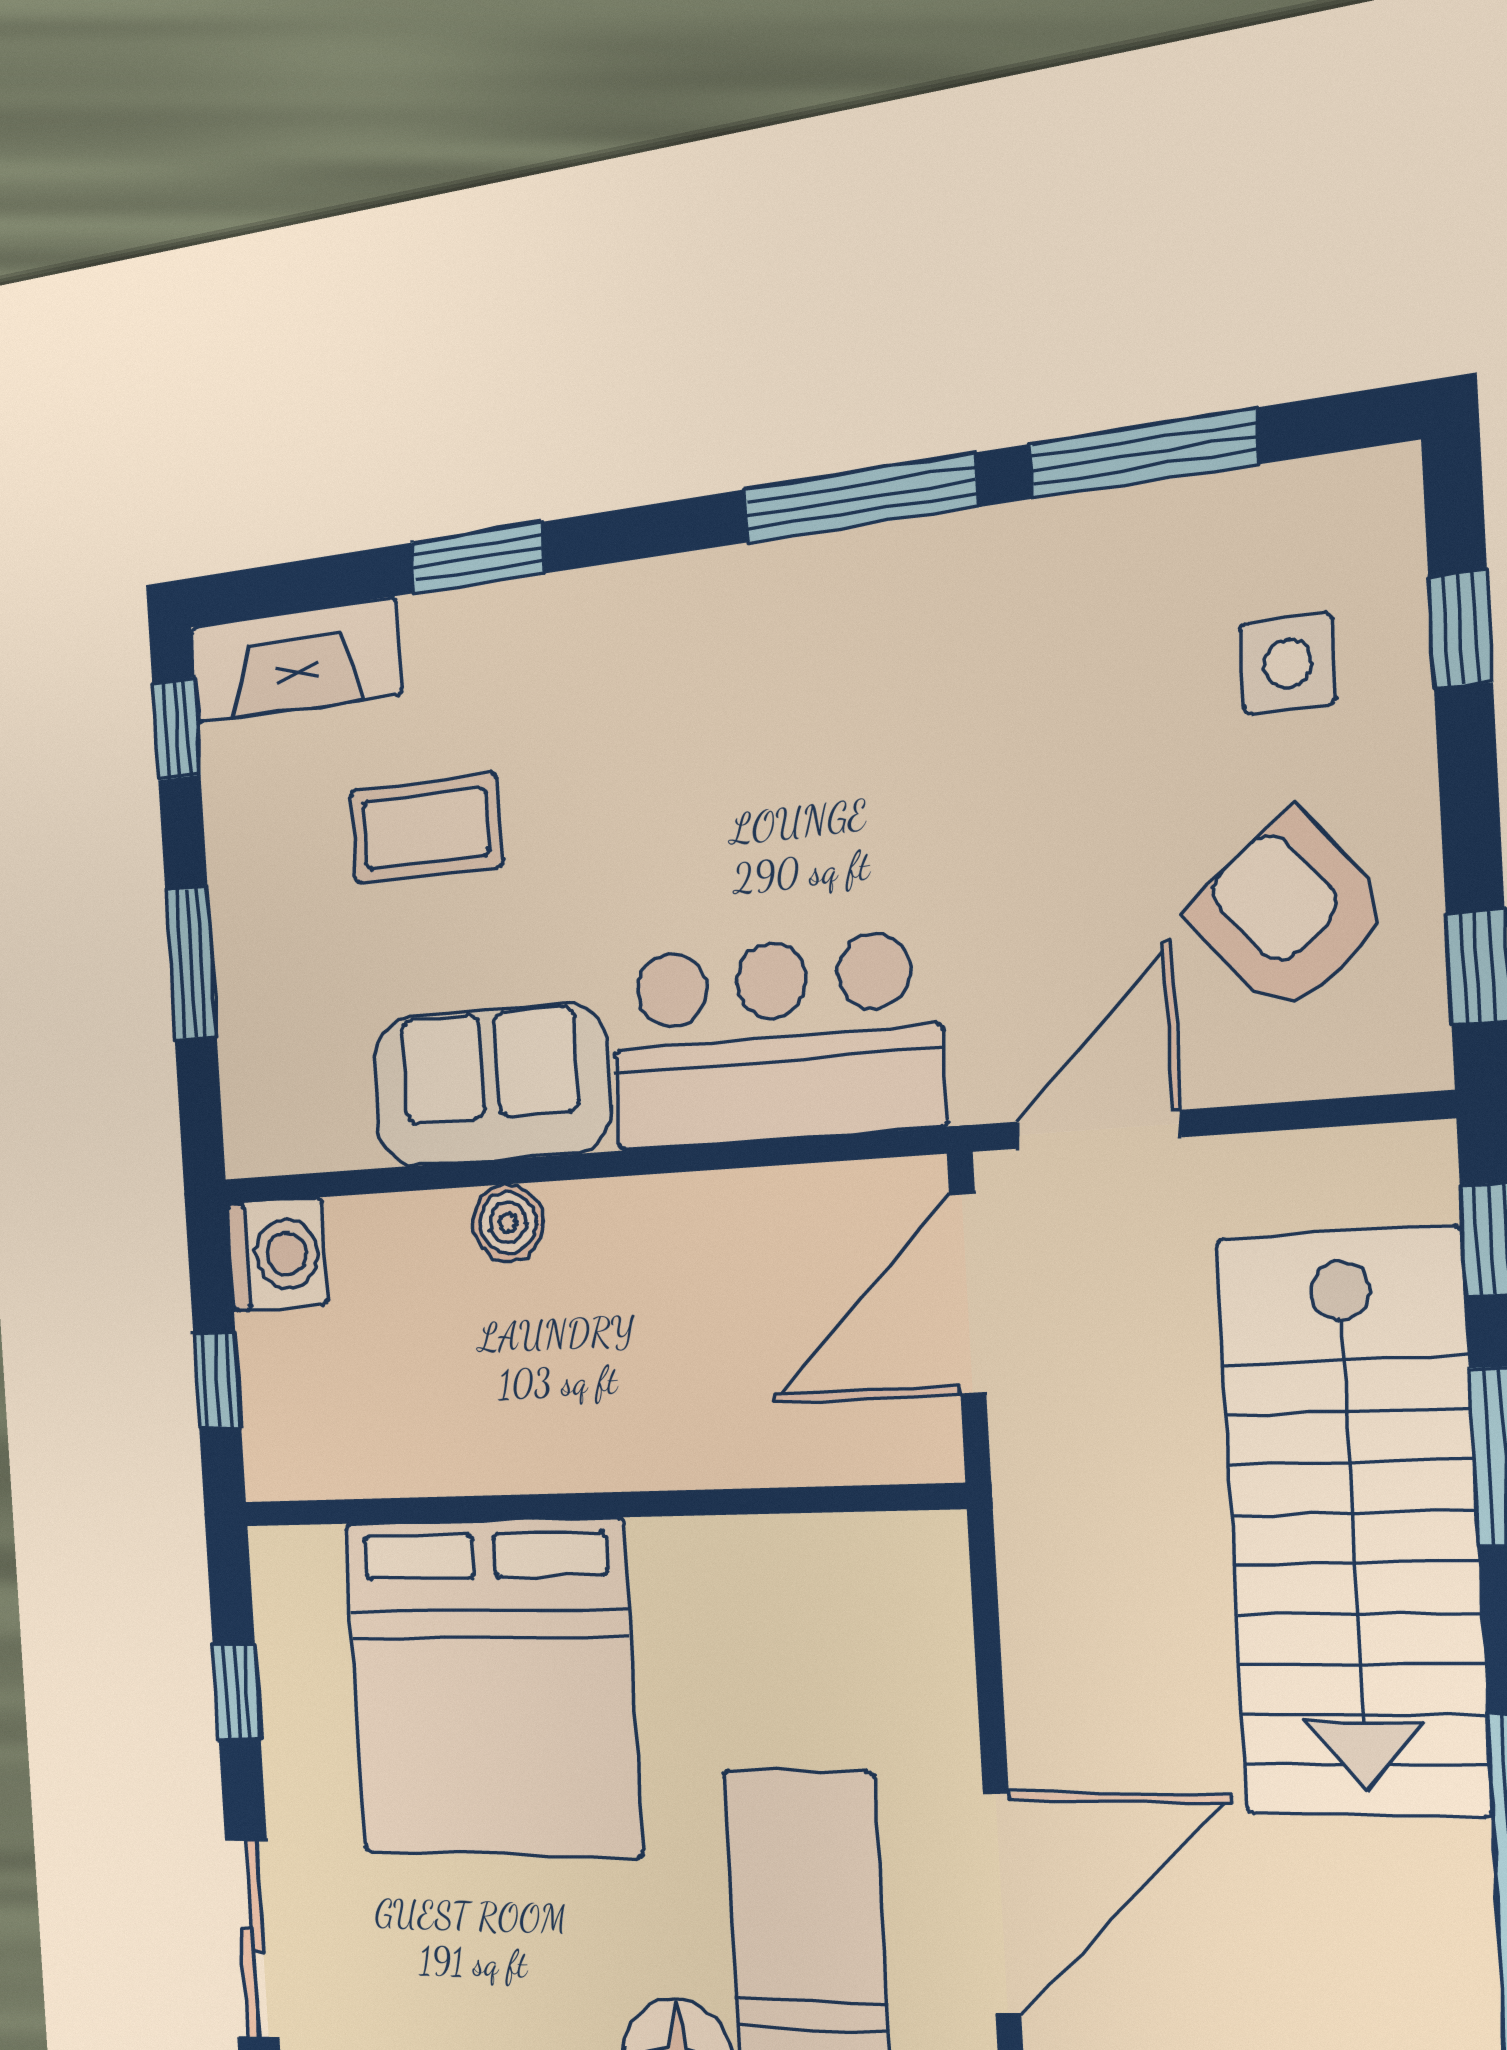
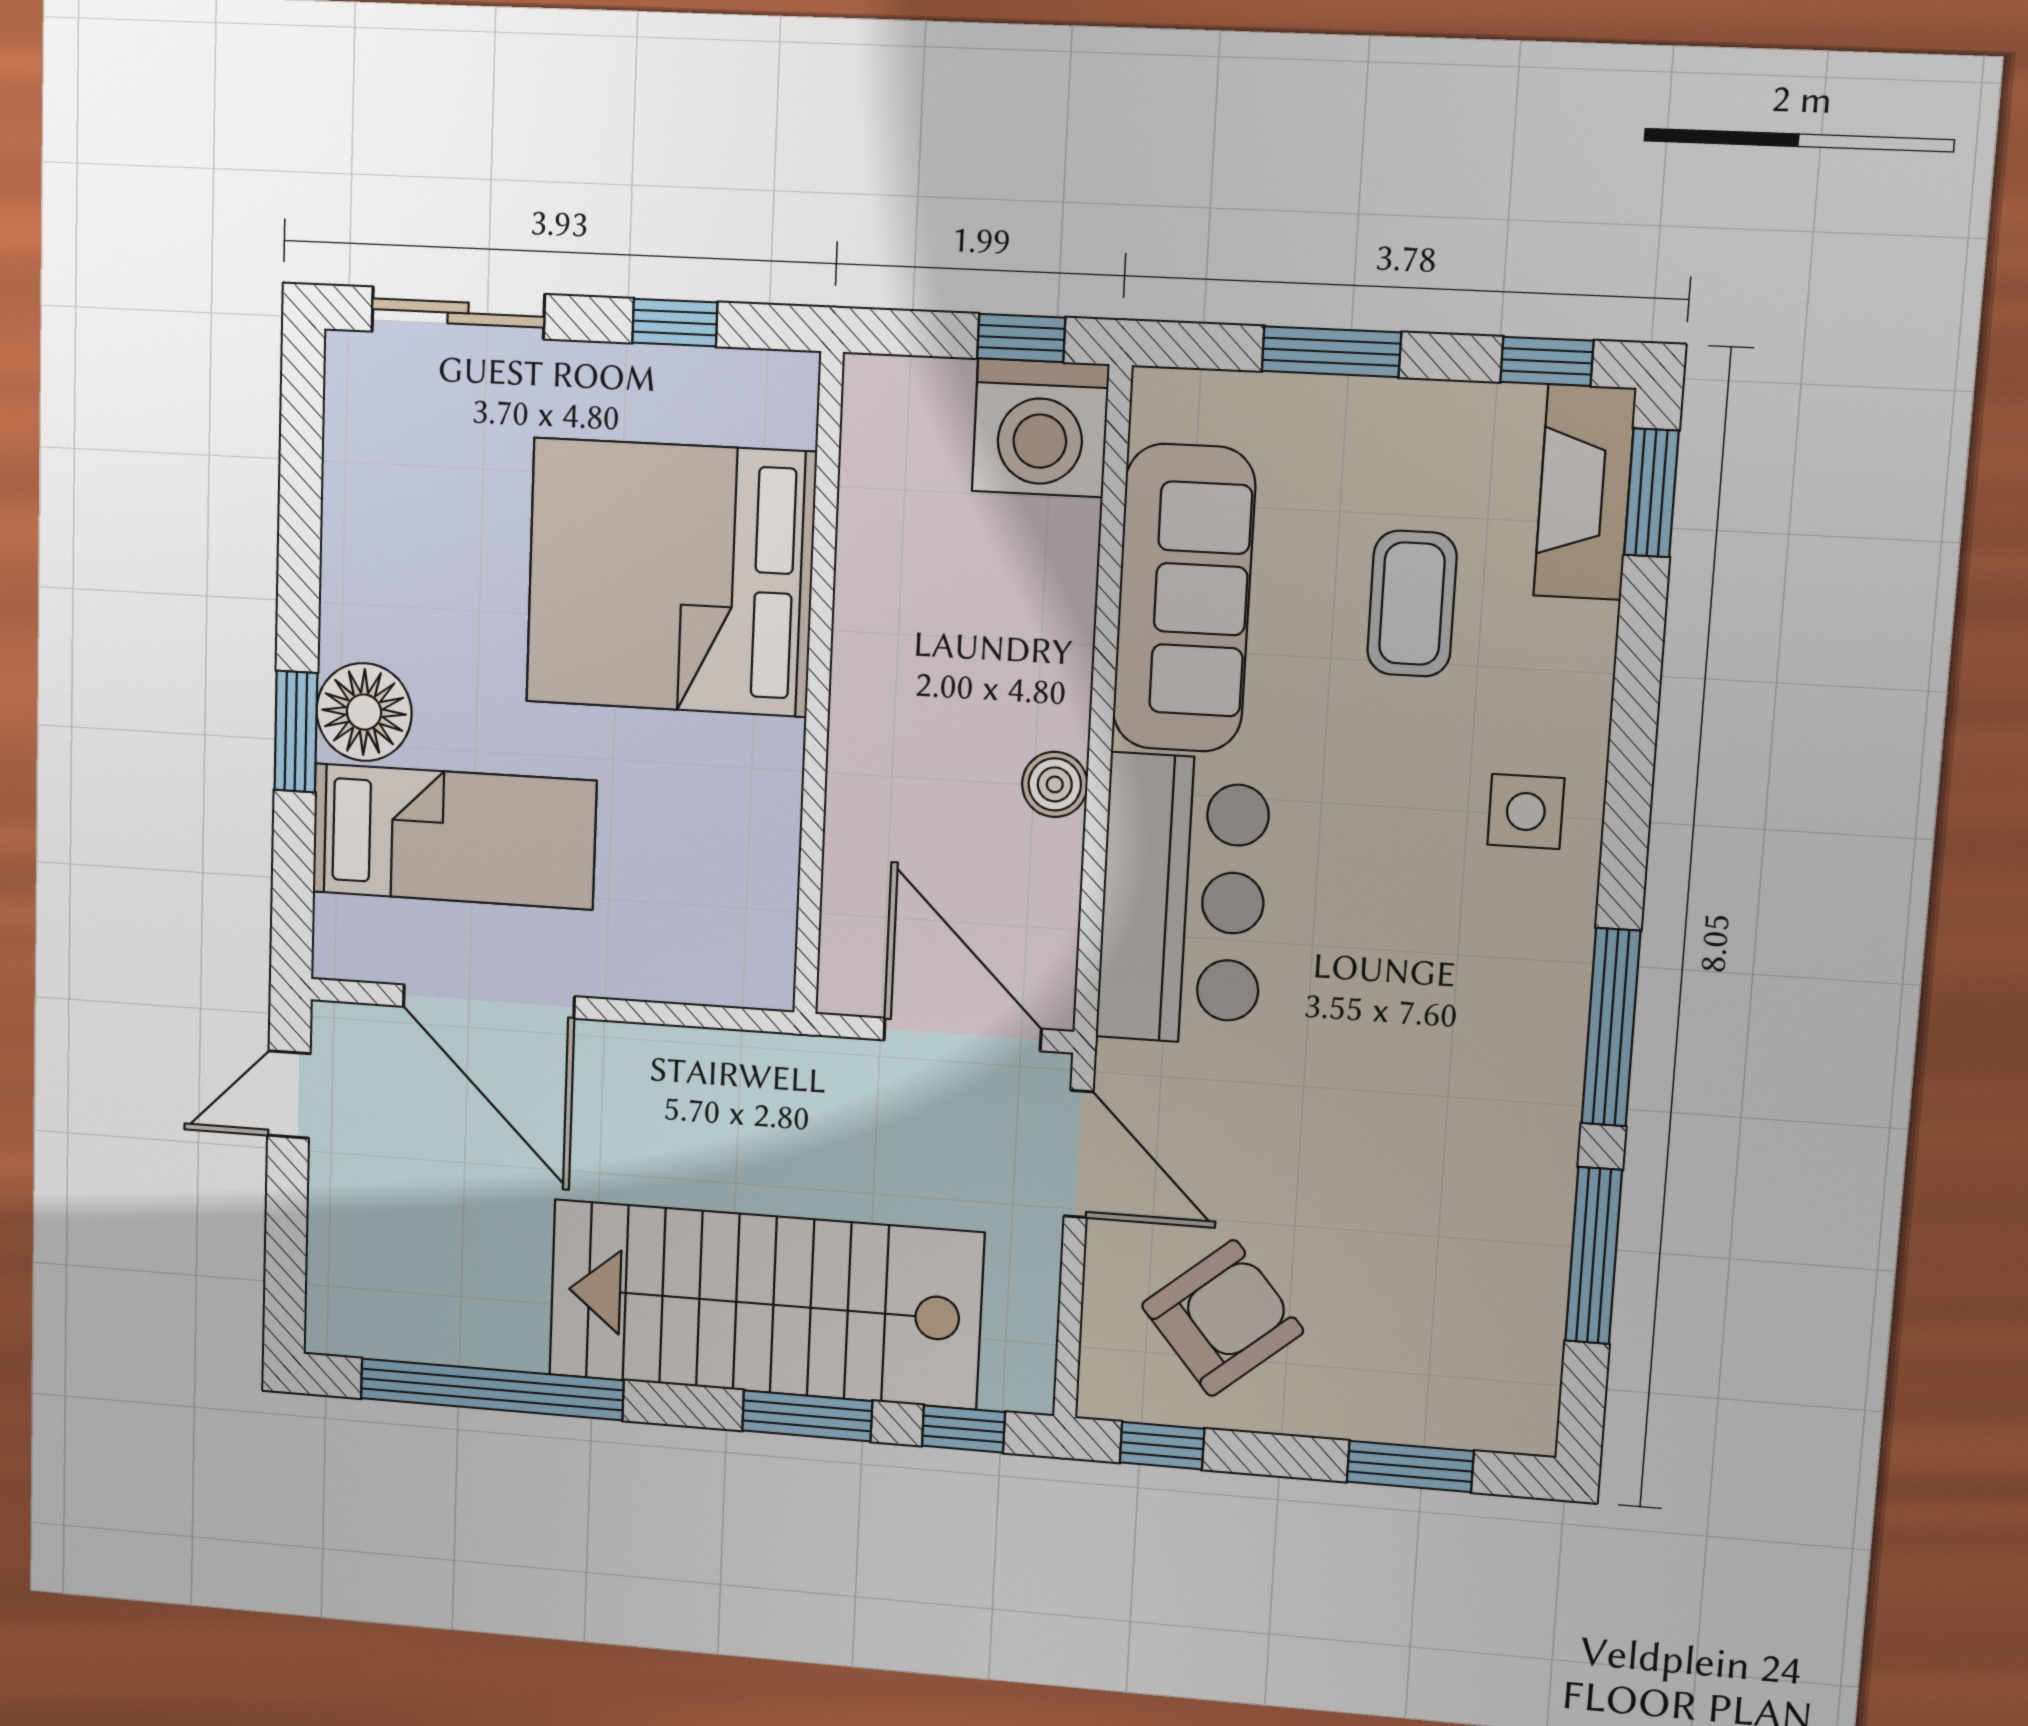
window: (477, 558) -> (1651, 493), moved
window: (1460, 630) -> (1410, 1466), width x1.50
side table: (1288, 664) -> (1526, 811), moved
sofa: (490, 1085) -> (1184, 598), width x1.36
boiler: (508, 1223) -> (1055, 784), moved
washing machine: (277, 1254) -> (1040, 428), width x1.37, depth x1.37
window: (217, 1380) -> (1021, 338), moved

